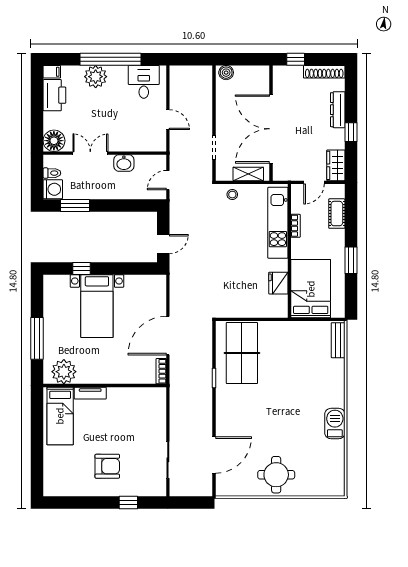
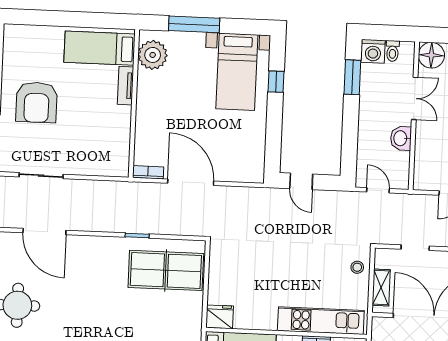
fridge: (278, 283) -> (220, 317), moved
bed with nightstands: (97, 306) -> (237, 72), moved, turned -90
armchair: (107, 466) -> (37, 102), width x1.36, depth x1.36

